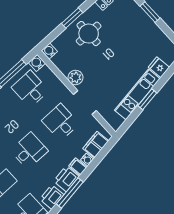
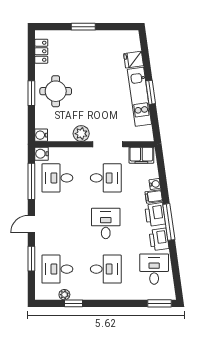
desk: (60, 122) -> (106, 178), turned 180
filing cabinet: (96, 145) -> (141, 155), moved, turned -82

